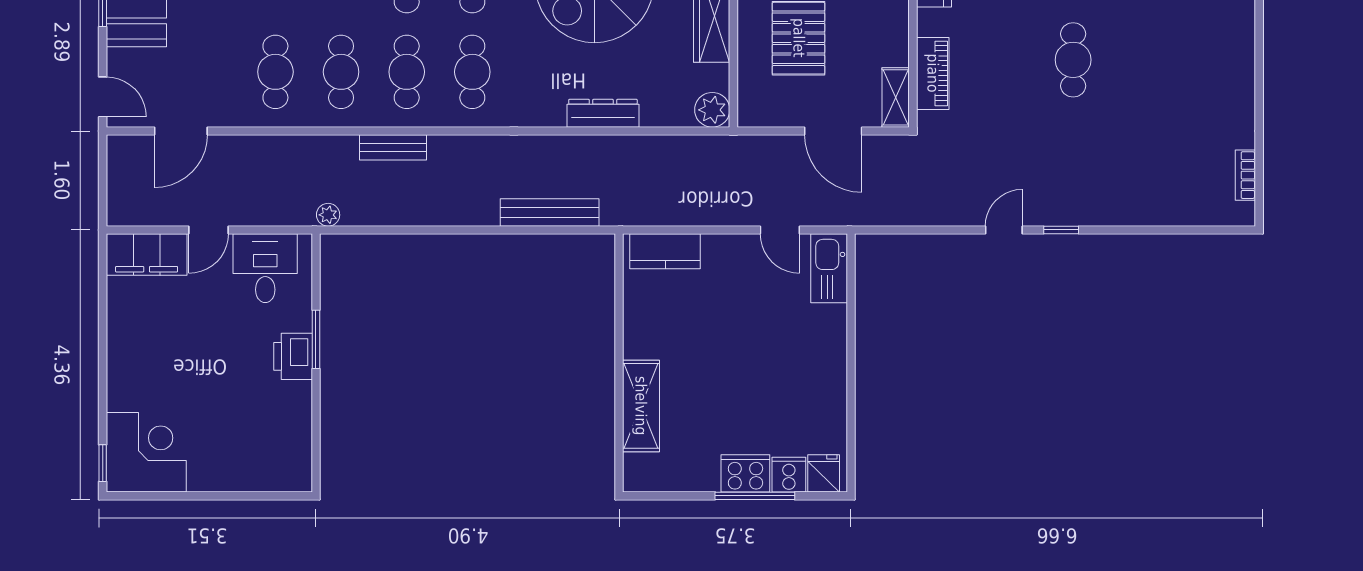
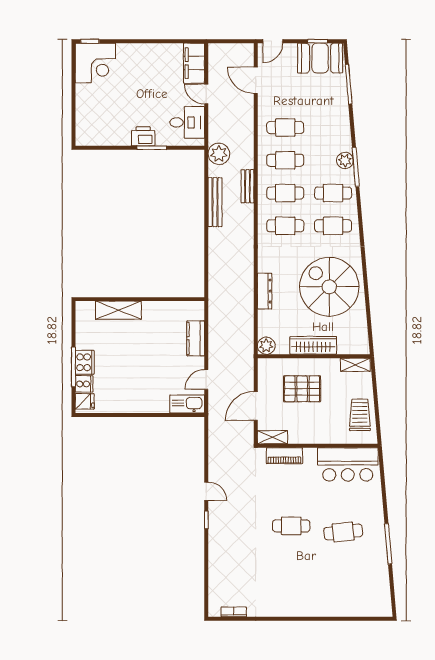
bench: (550, 212) -> (215, 202), moved
plant: (328, 215) -> (219, 154), width x1.87, depth x1.87
kitchen counter: (665, 251) -> (196, 338), moved

